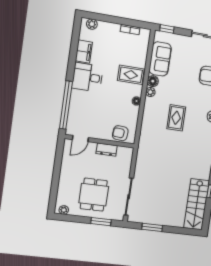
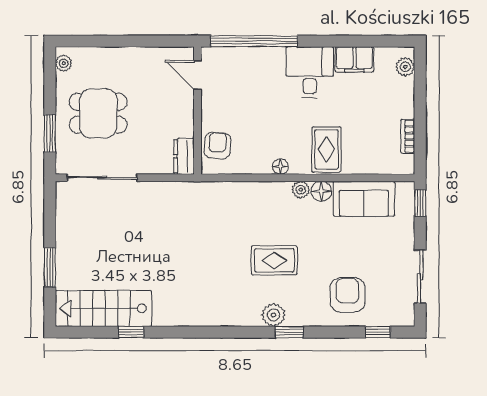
rug: (176, 118) -> (274, 260), moved
dresser: (107, 150) -> (184, 156), moved
window: (152, 227) -> (50, 267), moved

